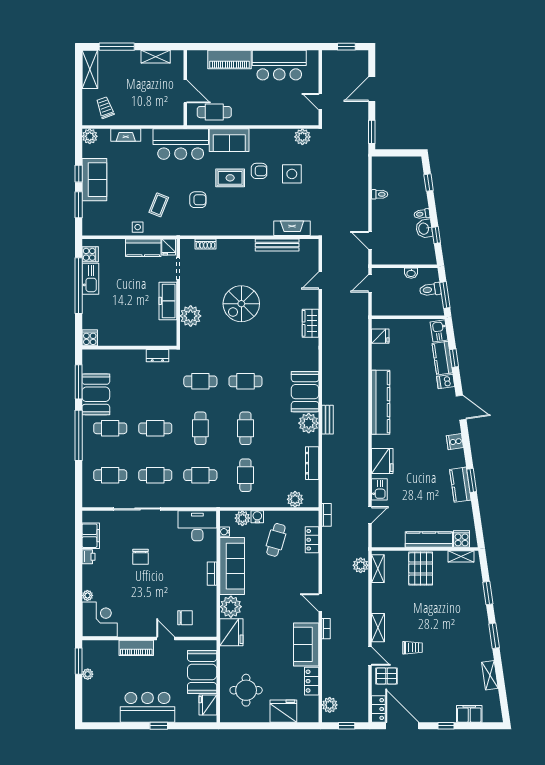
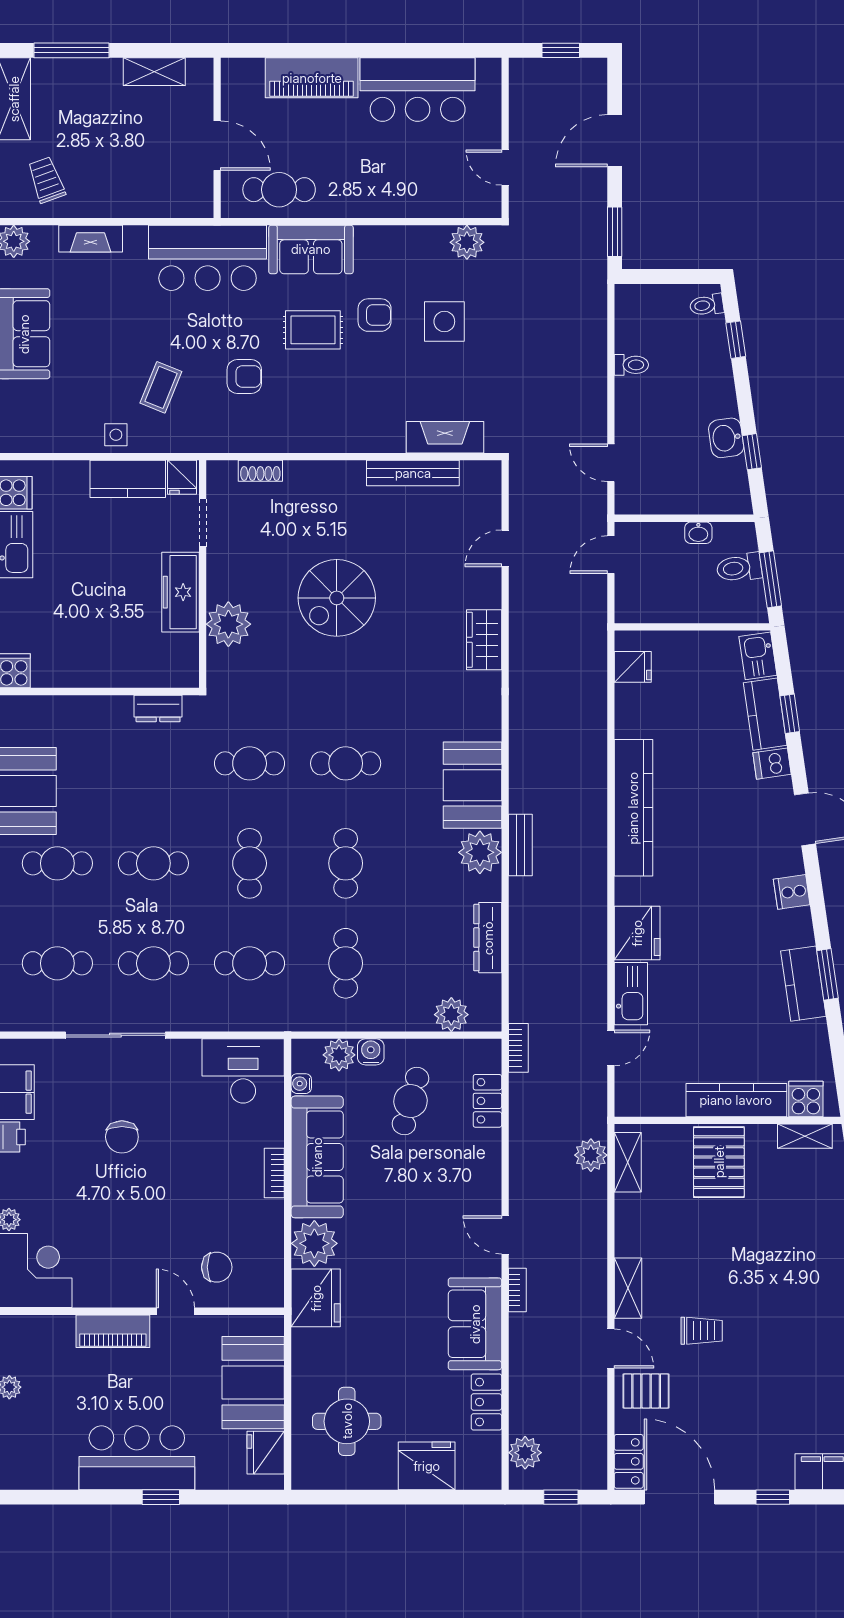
toilet: (422, 214) -> (707, 305), moved
kitchen sink: (379, 489) -> (631, 994), width x1.38

